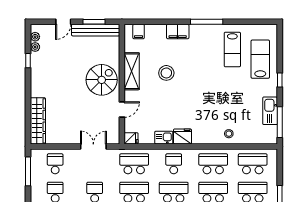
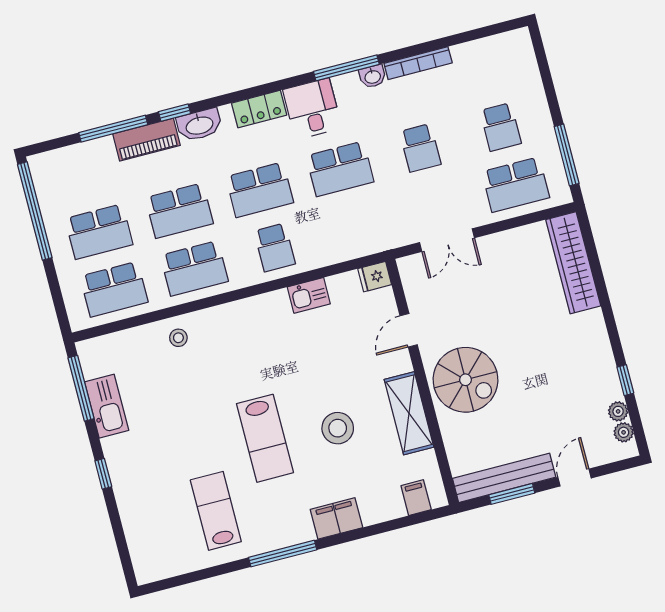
lab bench: (260, 59) -> (265, 438), moved
spiral stairs: (102, 80) -> (465, 380), turned -90
fridge: (182, 136) -> (271, 308), removed
school desk: (55, 164) -> (516, 185), width x1.85
school desk: (134, 164) -> (355, 226), removed

